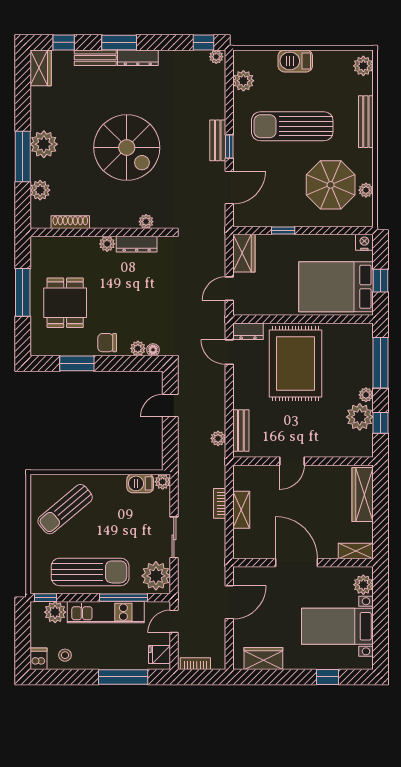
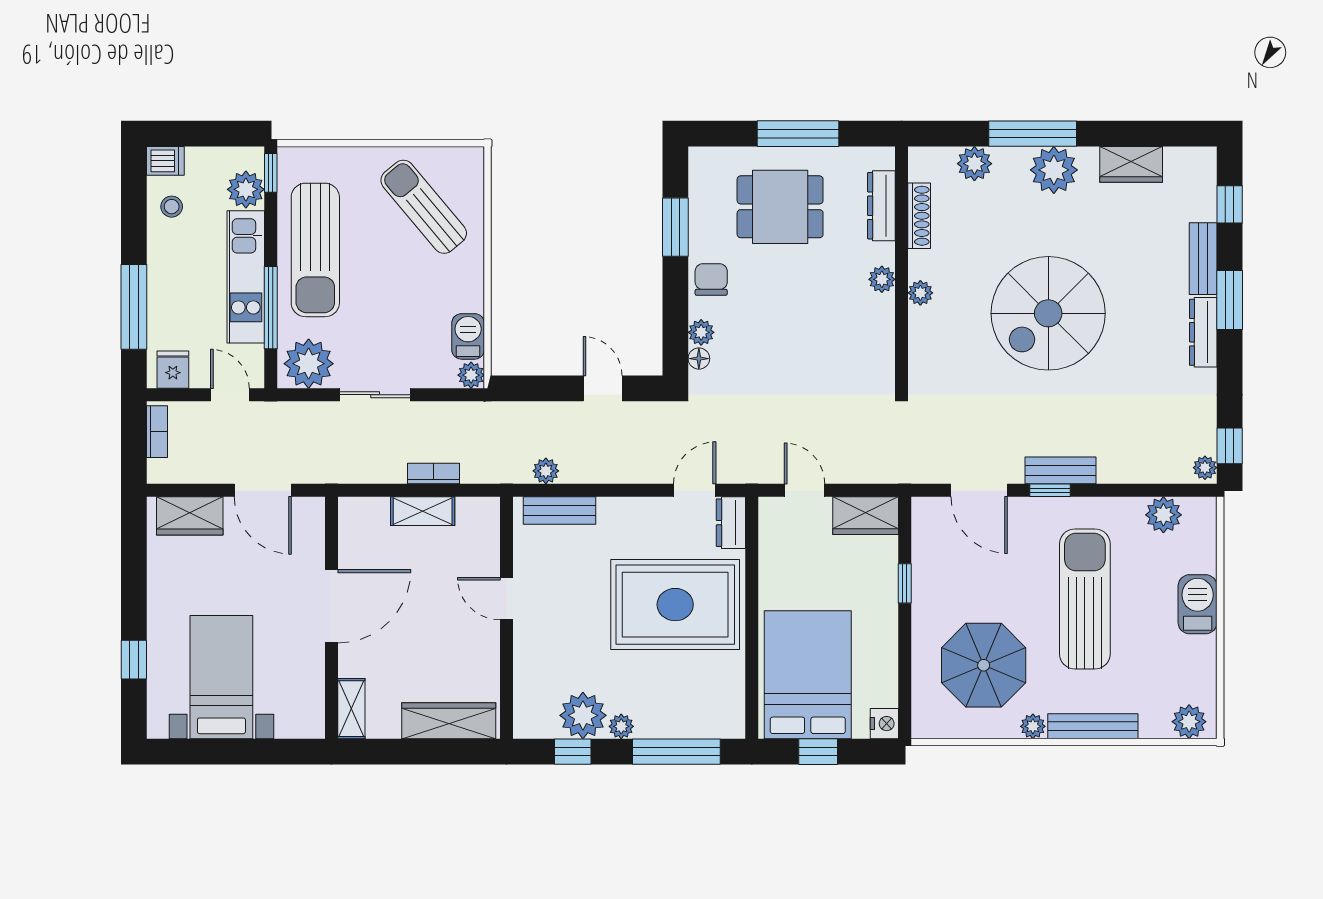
wardrobe: (41, 68) -> (1131, 164), moved
plant: (366, 190) -> (1033, 726), moved
plant: (146, 222) -> (920, 293), moved
dresser: (137, 244) -> (881, 206), moved
plant: (363, 585) -> (293, 722), removed
wardrobe: (263, 658) -> (190, 516), moved, turned 90

